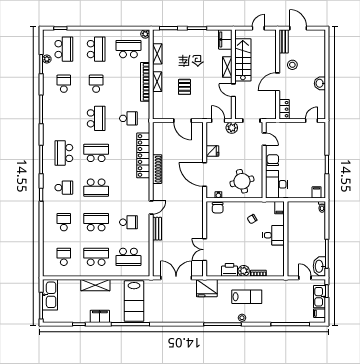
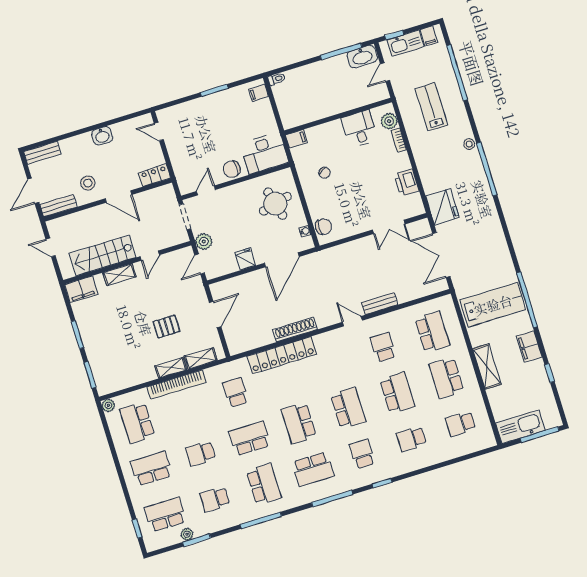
bench: (321, 41) -> (42, 153), added
shelving: (157, 54) -> (201, 358), moved
school desk: (64, 118) -> (264, 484), added
school desk: (96, 222) -> (397, 393), turned 180
desk: (274, 235) -> (359, 129), moved
plant: (244, 271) -> (389, 121), moved
lab bench: (247, 297) -> (431, 107), moved

